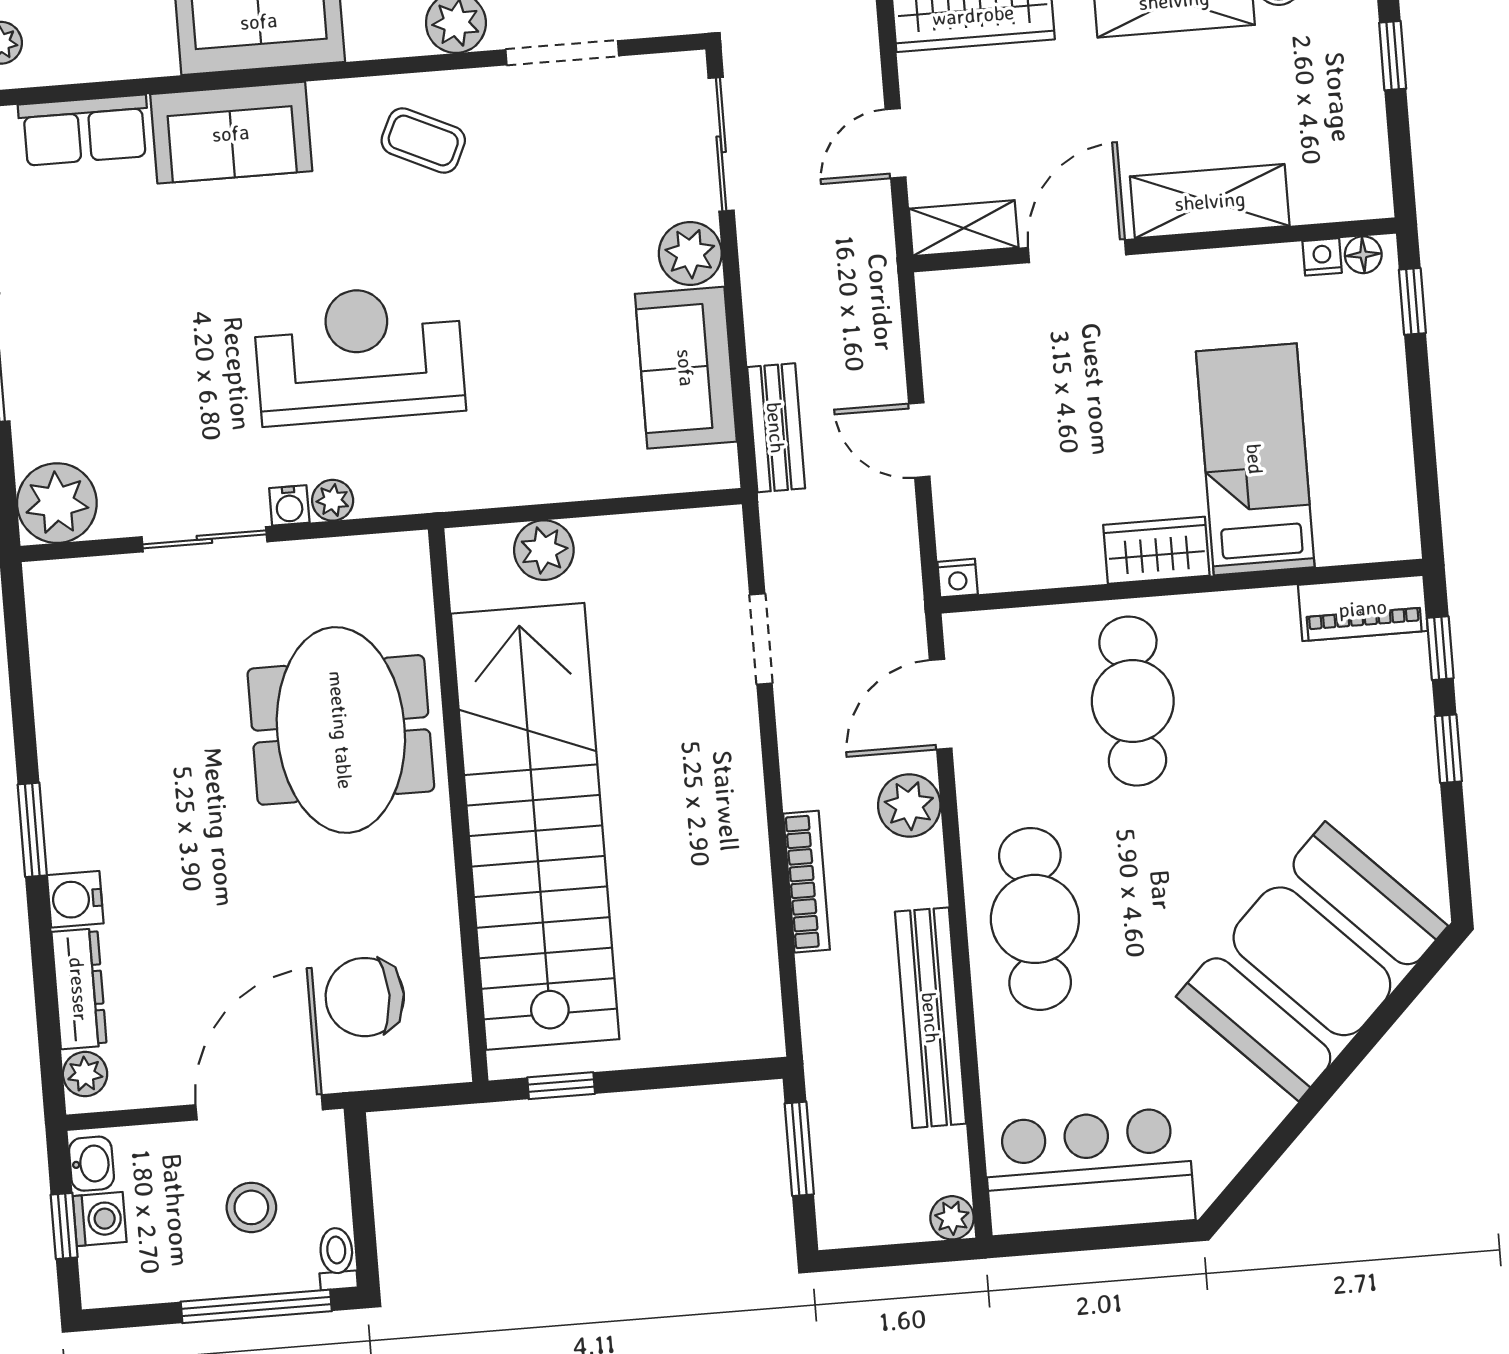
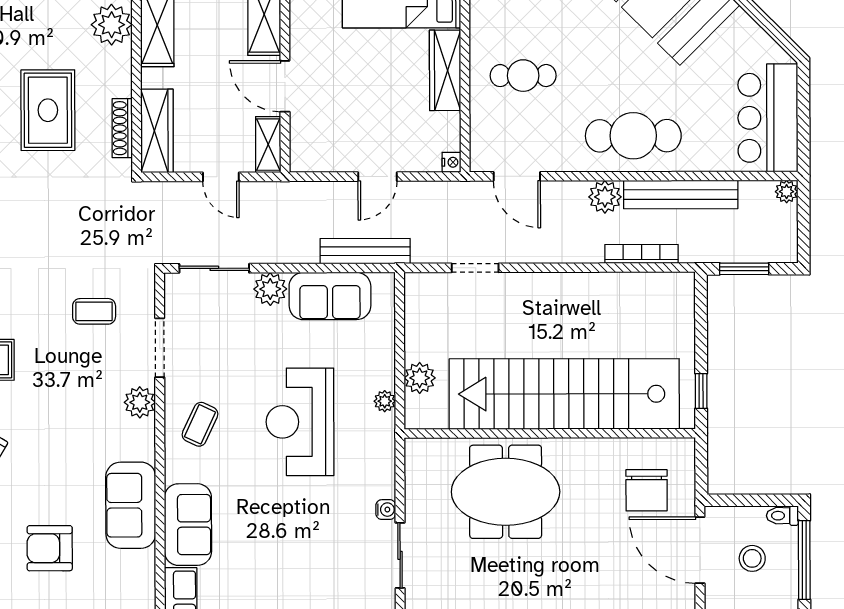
reception desk: (359, 355) -> (300, 422), moved
bench: (776, 428) -> (365, 251), width x1.36
plant: (333, 500) -> (385, 401), moved
wardrobe: (1156, 550) -> (445, 70), width x1.50
cafe table: (1133, 701) -> (523, 76), width x0.73, depth x0.74
plant: (909, 805) -> (605, 197), moved
bookcase: (807, 882) -> (642, 254), moved

